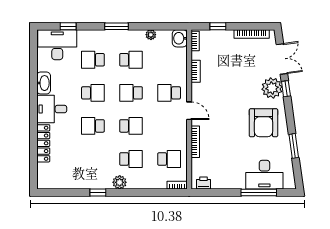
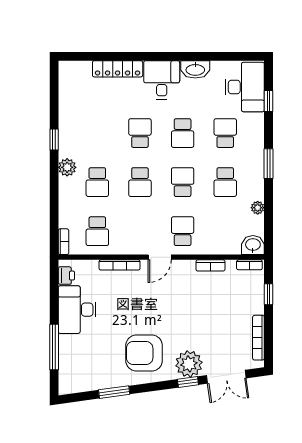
desk: (264, 175) -> (77, 310), moved

